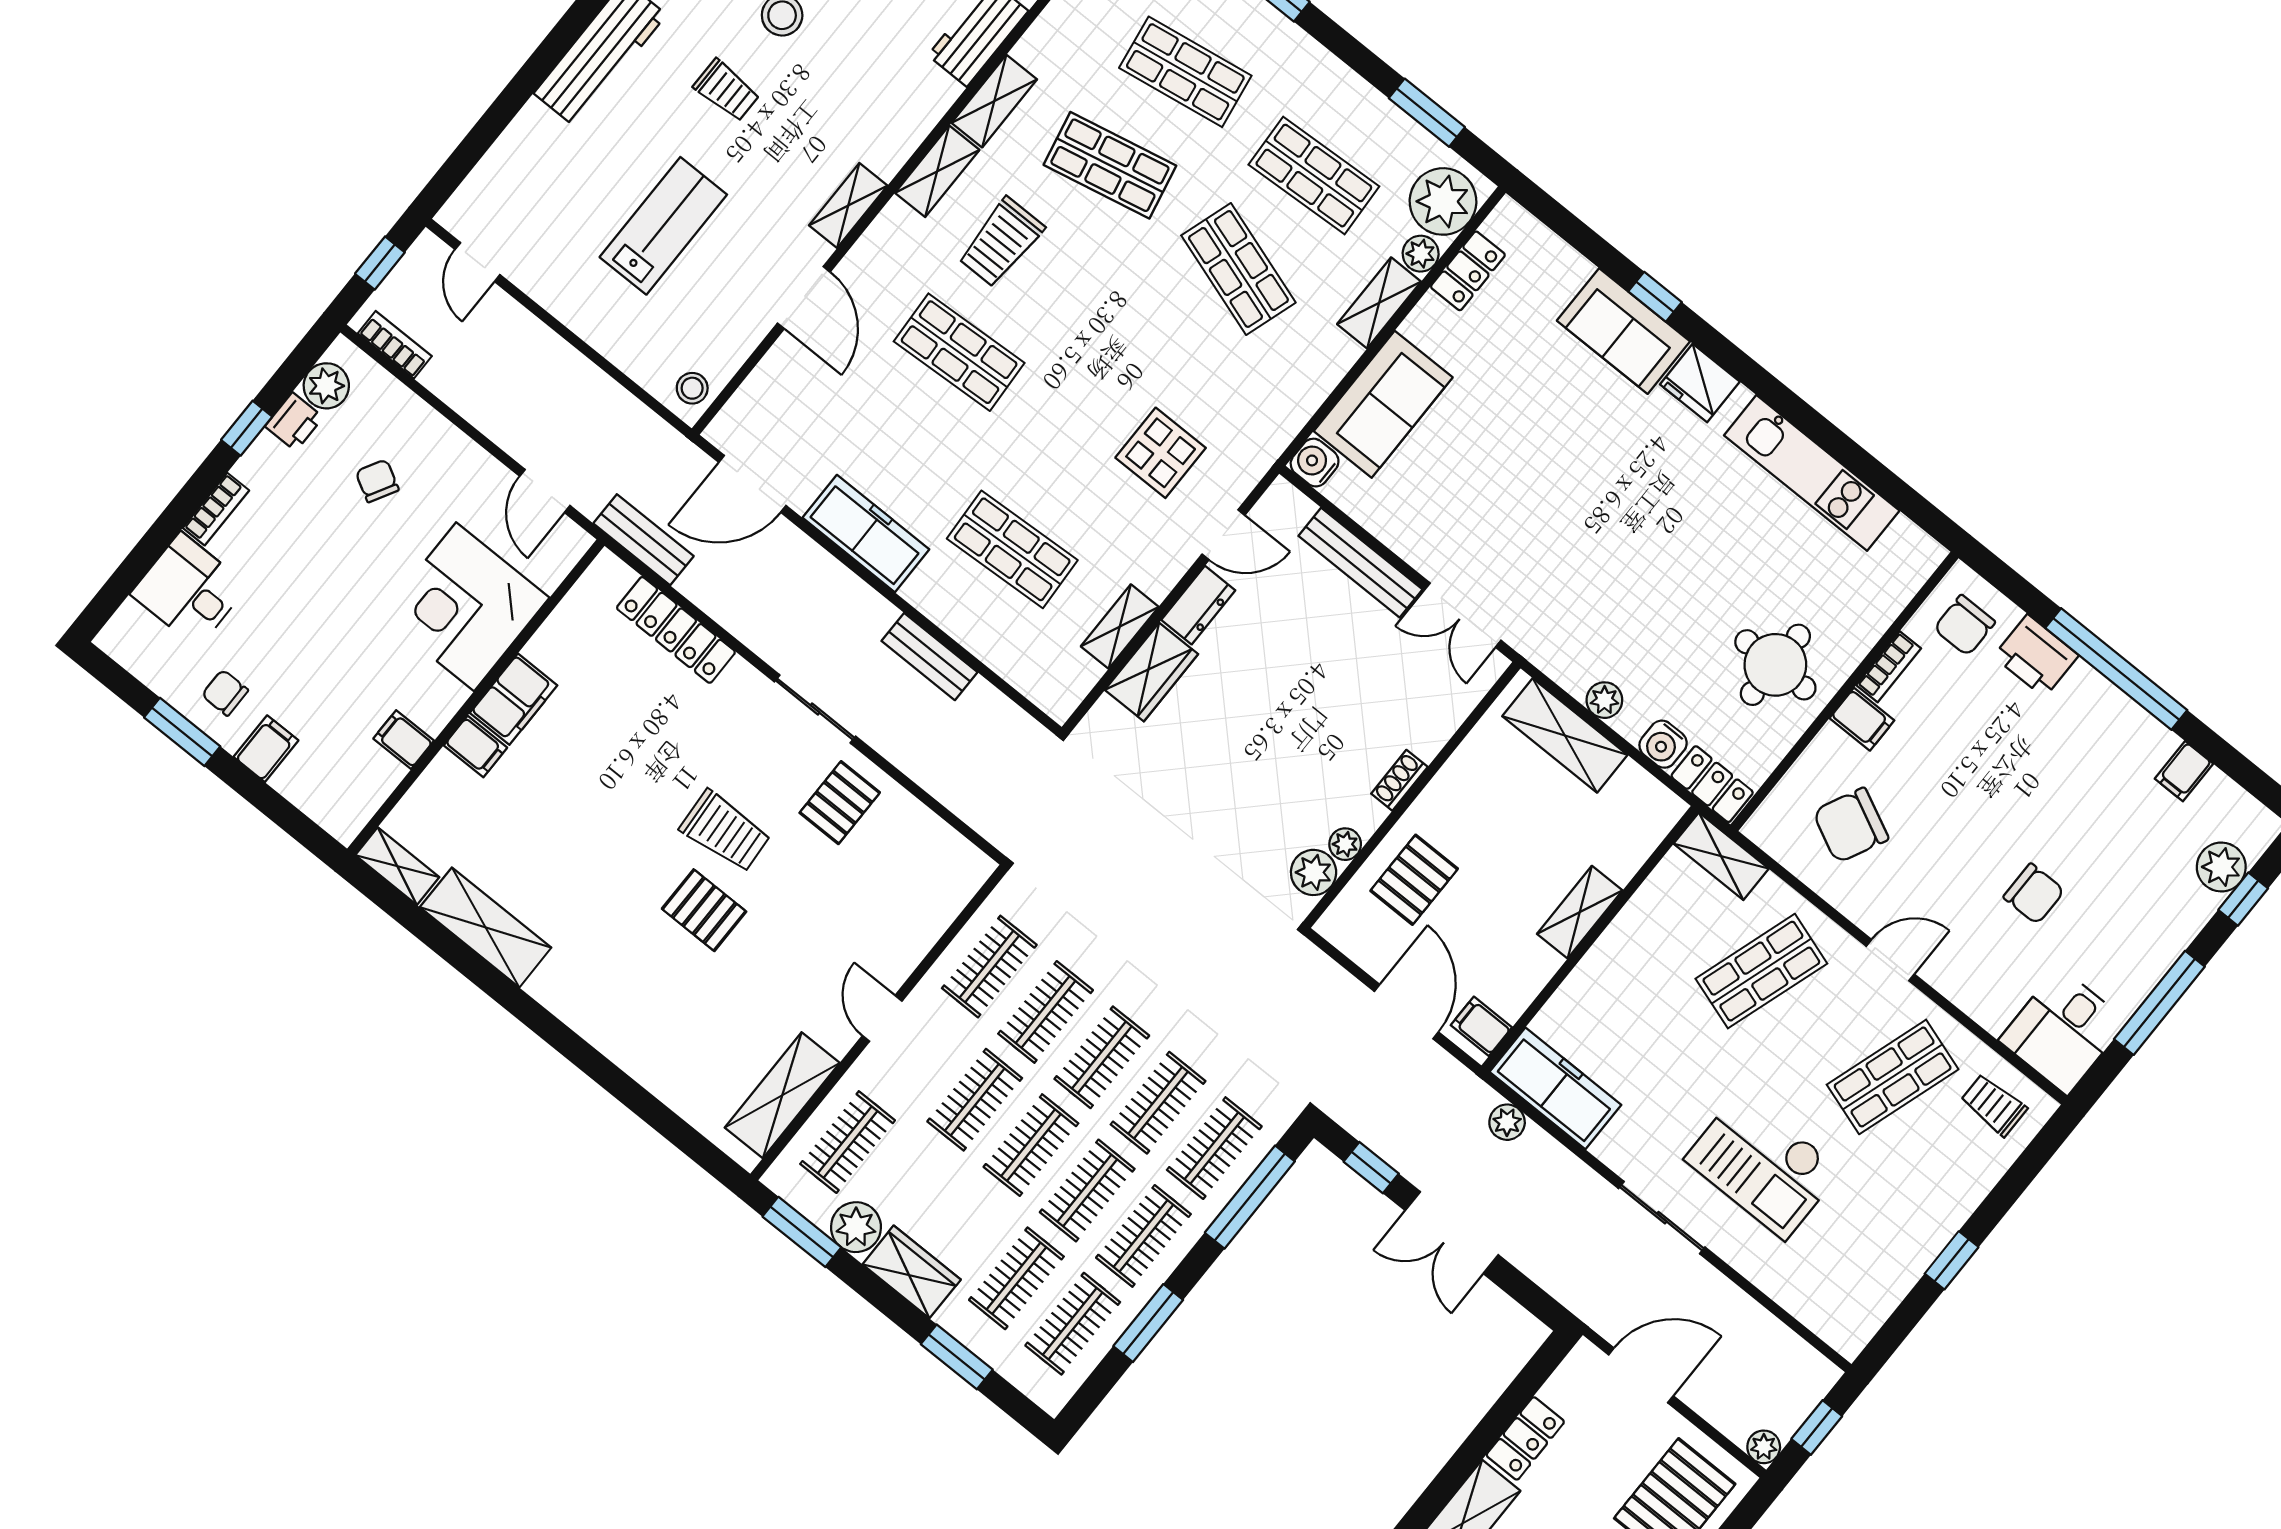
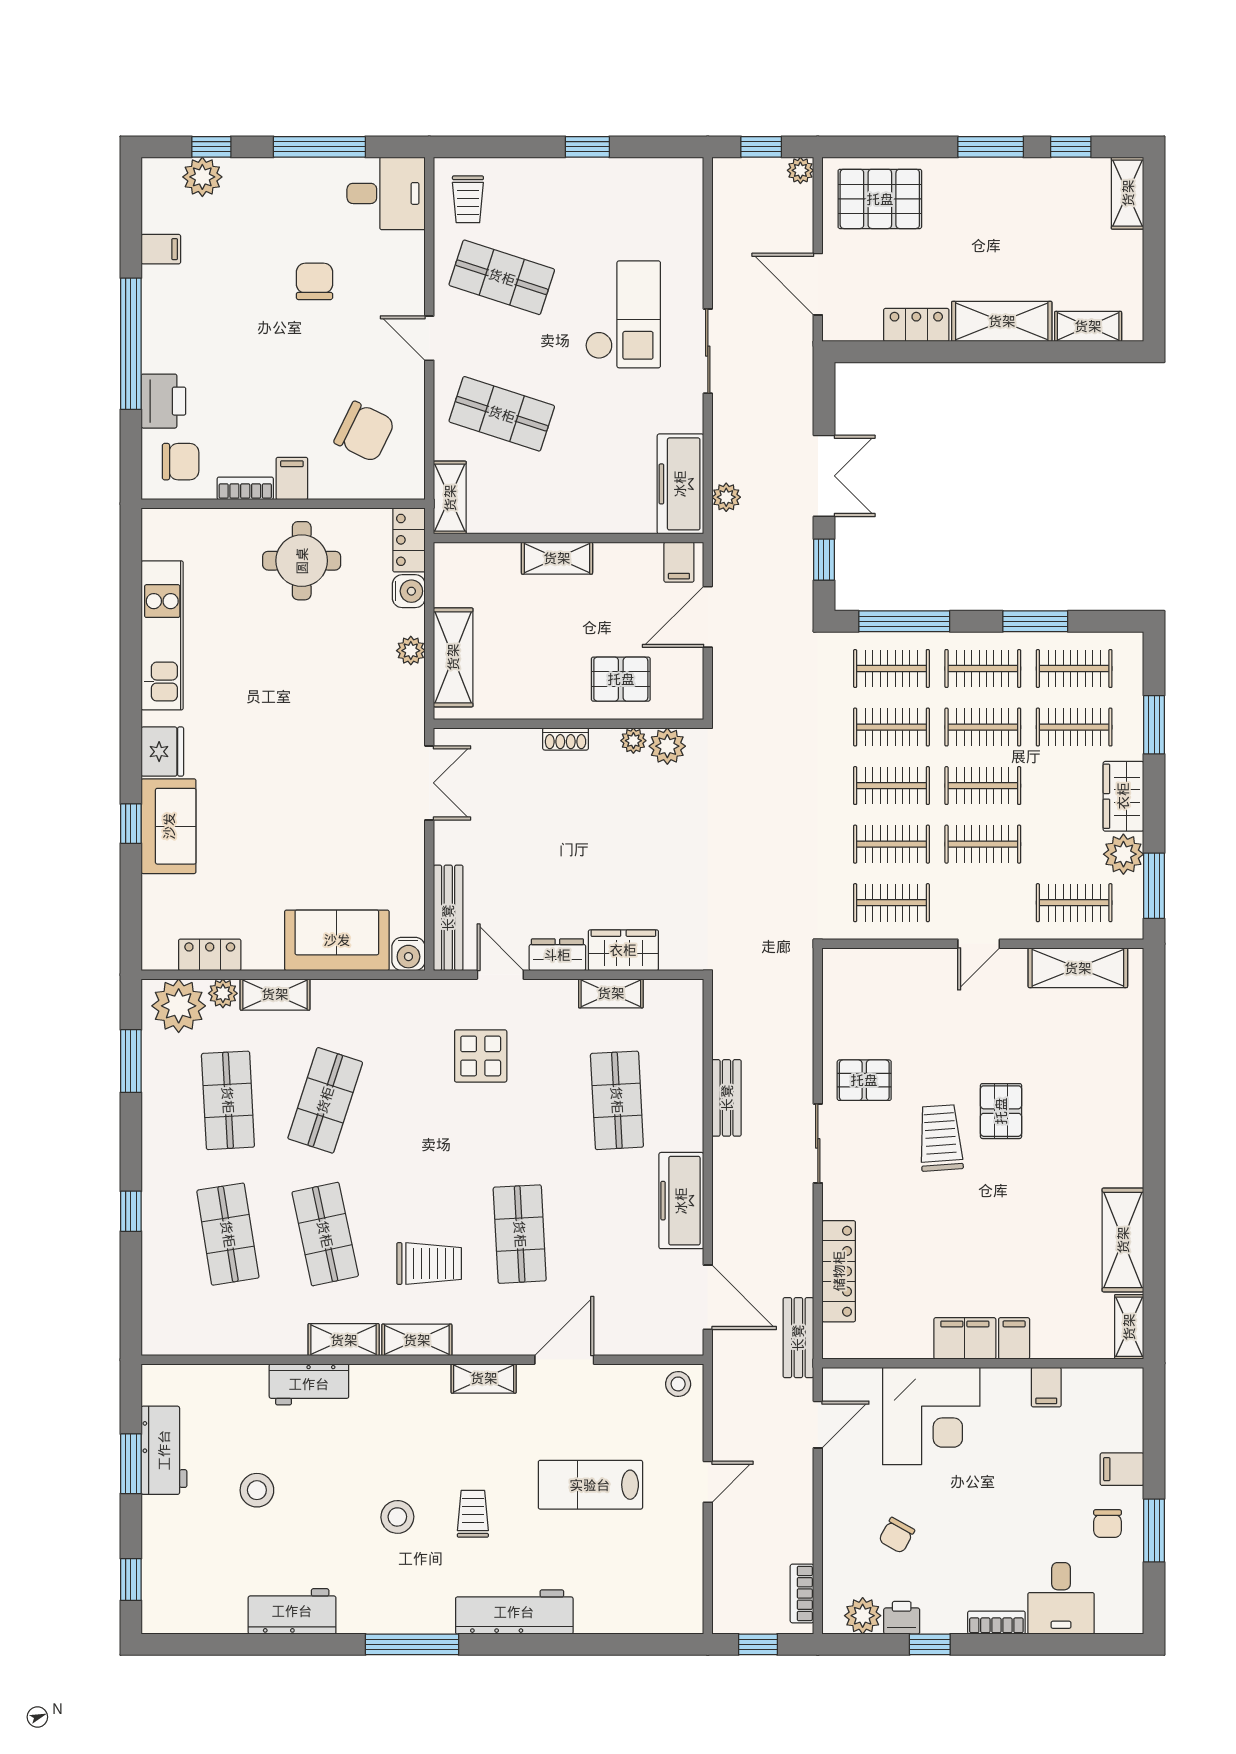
door: (477, 262) -> (708, 1482), moved
bench: (1360, 563) -> (448, 918), moved

